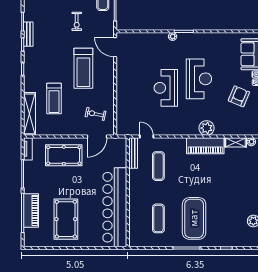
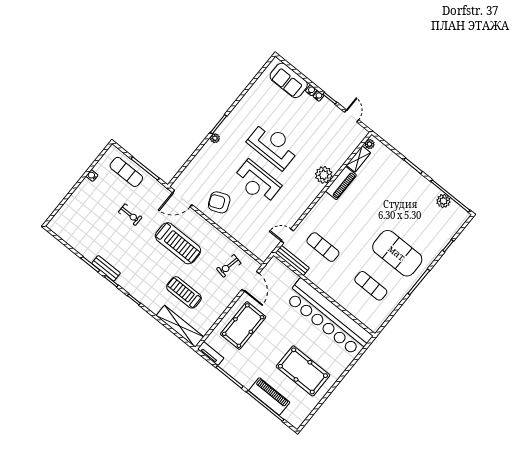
armchair: (239, 96) -> (219, 202), moved, turned -46
treadmill: (54, 99) -> (184, 292), turned 180
piano: (205, 146) -> (341, 183), width x0.73, depth x0.75

